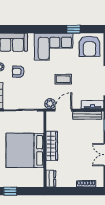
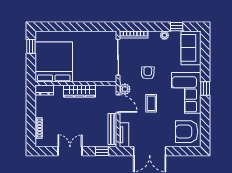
window: (74, 29) -> (205, 88), moved
armchair: (18, 72) -> (148, 73), moved
bed: (25, 150) -> (54, 62), moved

